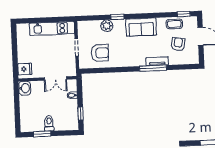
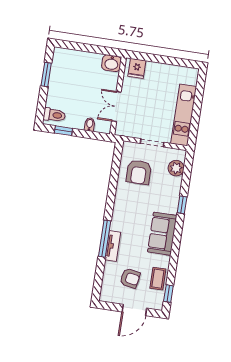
plant: (107, 26) -> (176, 168), moved
toilet: (49, 123) -> (54, 115), moved

